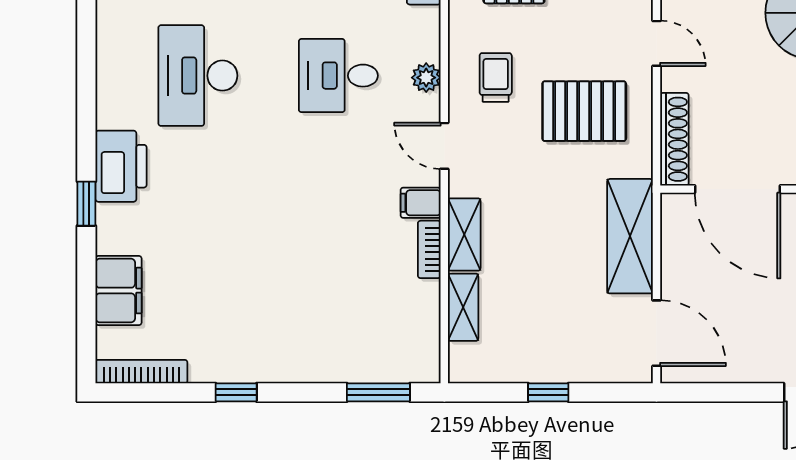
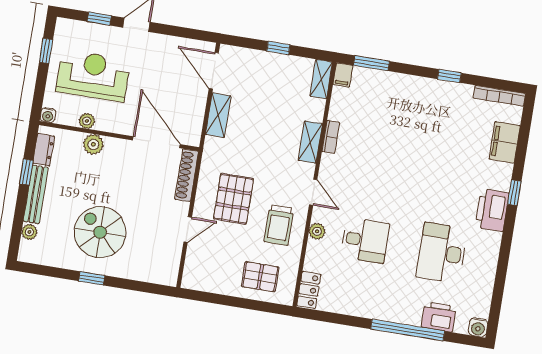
door: (657, 43) -> (188, 229), swing flipped
desk: (198, 76) -> (442, 253), turned 180
trolley: (496, 77) -> (279, 225), width x1.36, depth x1.39
pallet: (584, 111) -> (233, 199), turned 90
filing cabinet: (421, 203) -> (343, 75), moved, turned 90
shelving: (630, 236) -> (218, 115), width x0.67, depth x0.75
shelving: (463, 307) -> (321, 79), moved

